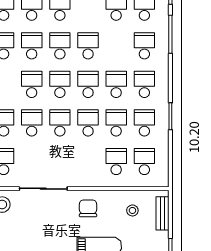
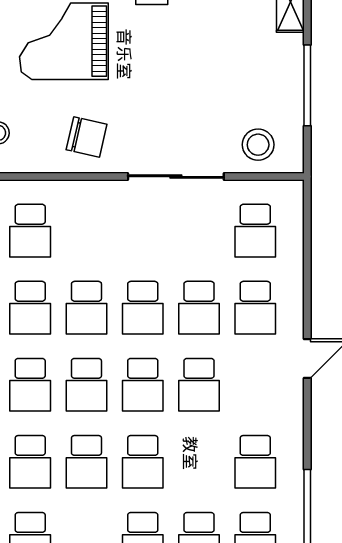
school desk: (32, 46) -> (30, 462), moved
chair: (88, 208) -> (87, 137), turned -77

